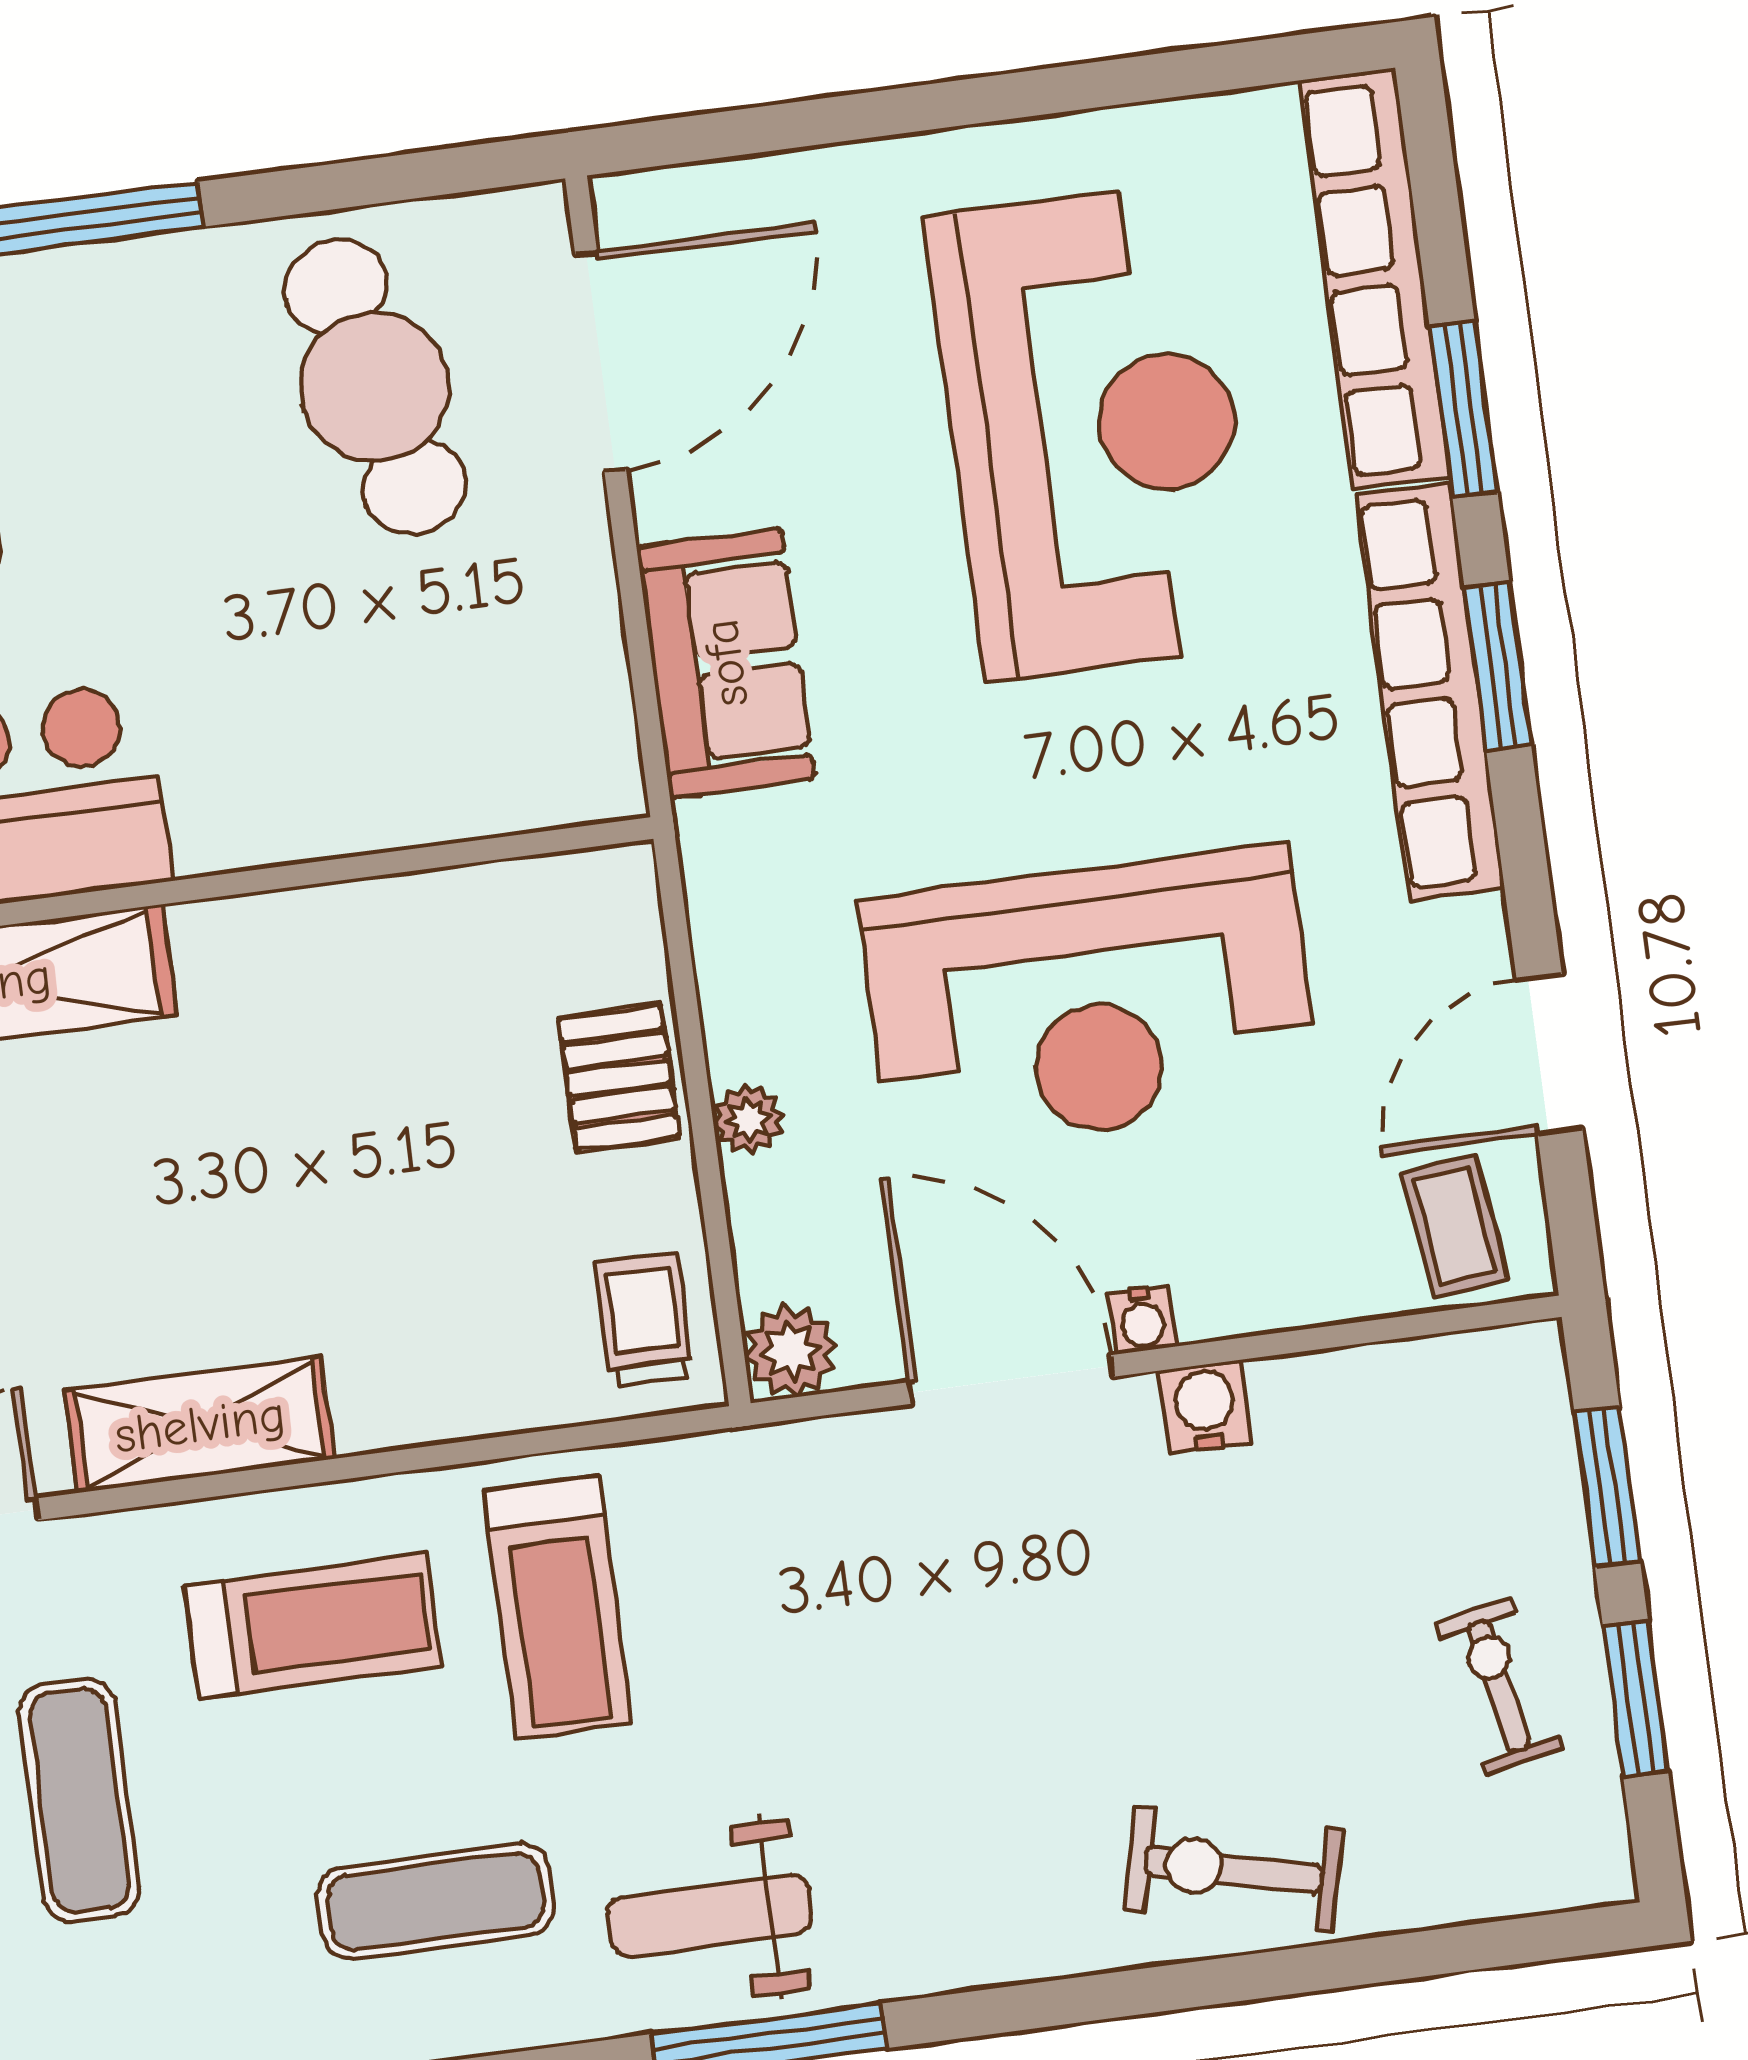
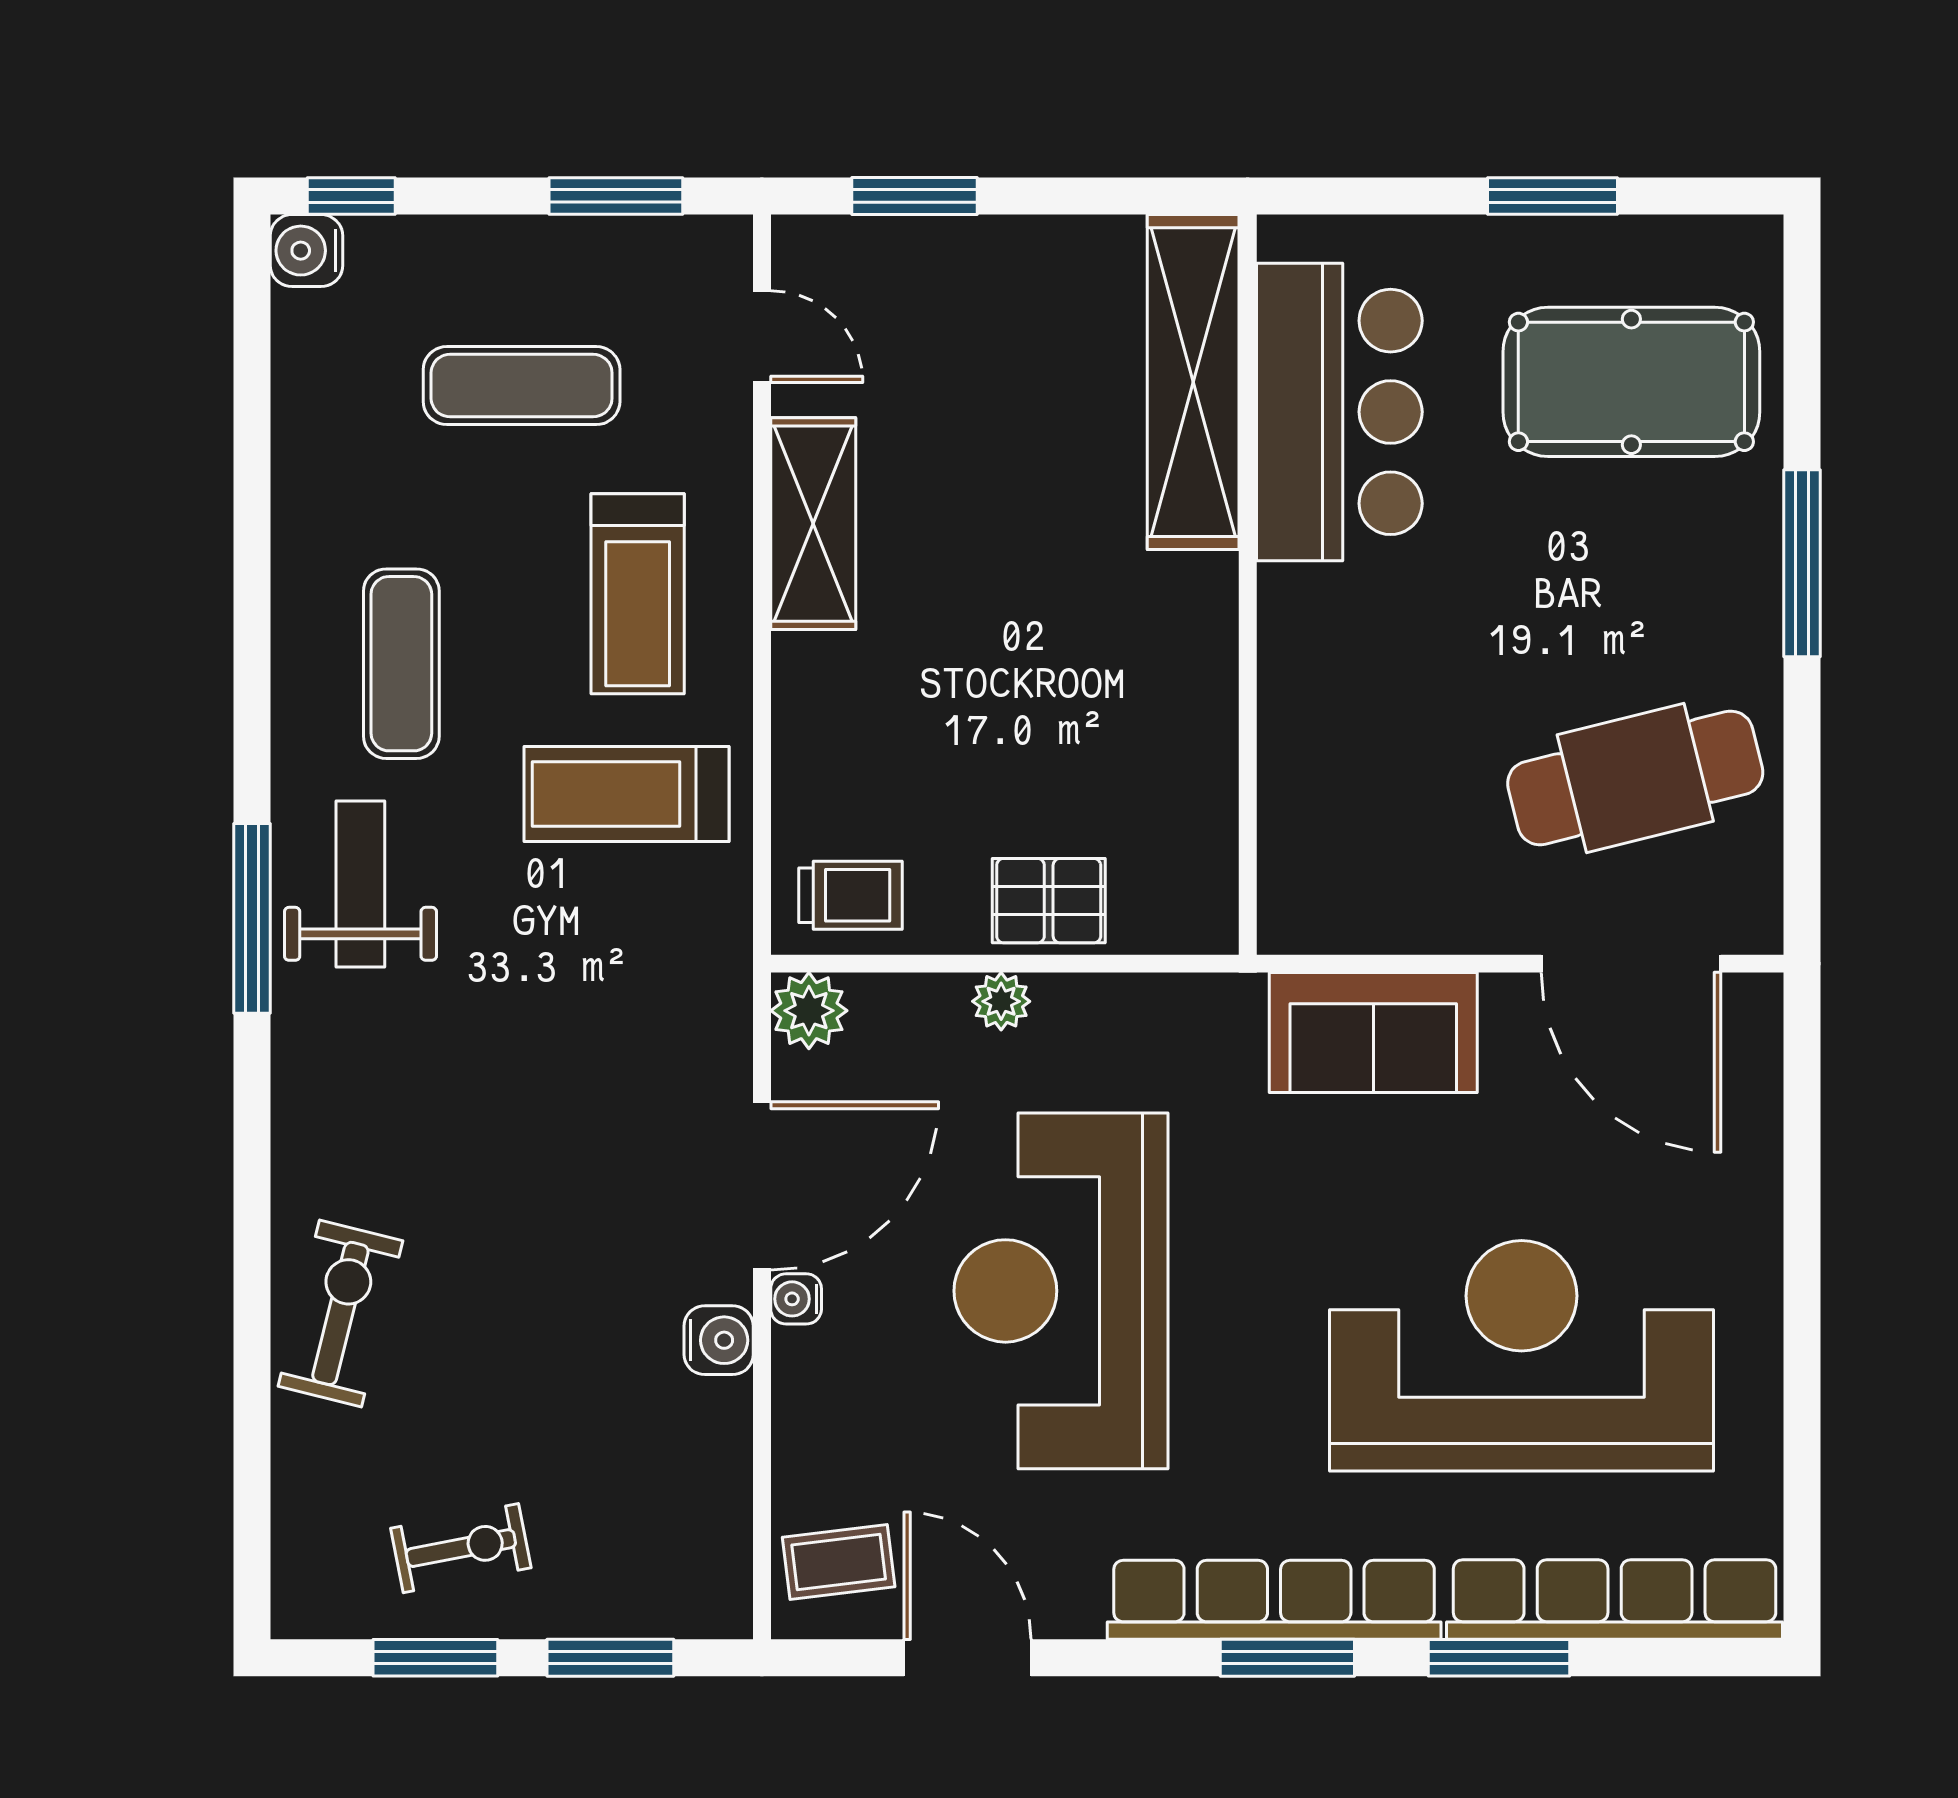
reception desk: (1094, 431) -> (1521, 1356), turned 180

